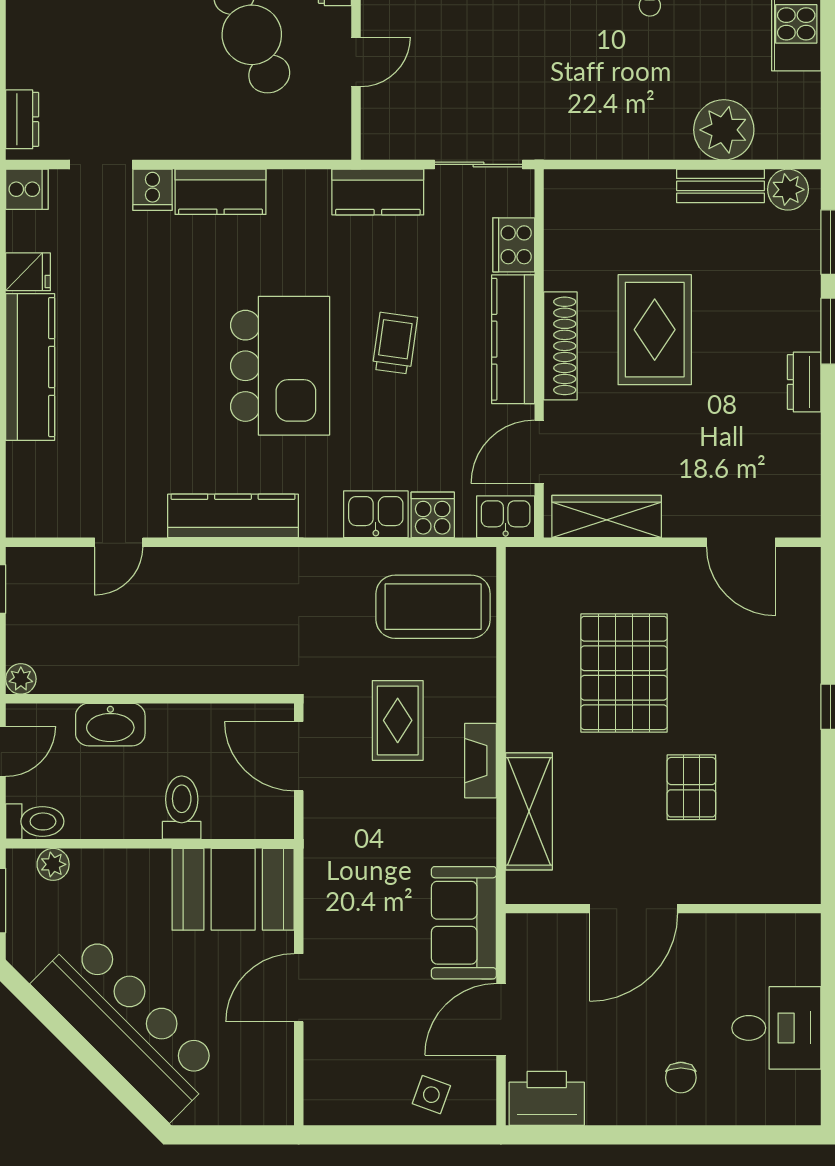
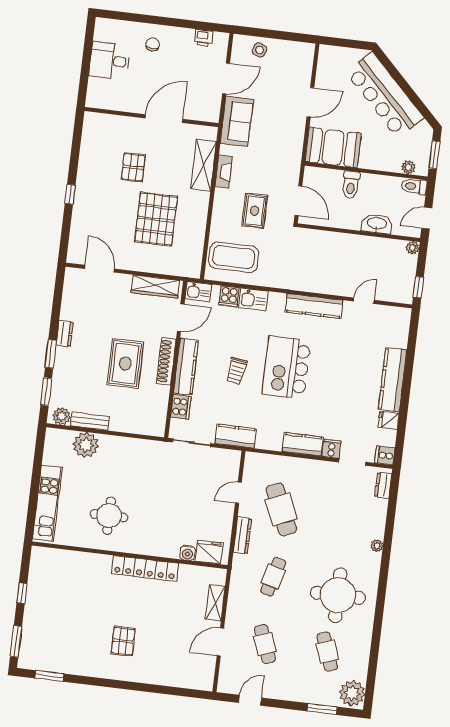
fireplace: (481, 761) -> (224, 172), moved
printer: (547, 1098) -> (204, 38), width x0.53, depth x0.68

